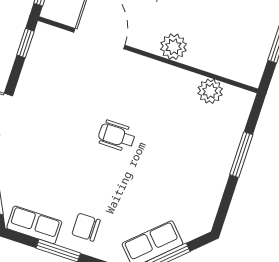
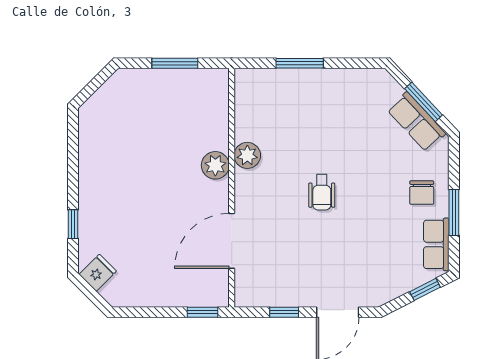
window: (25, 43) -> (284, 312), moved
plant: (210, 91) -> (247, 155), moved

